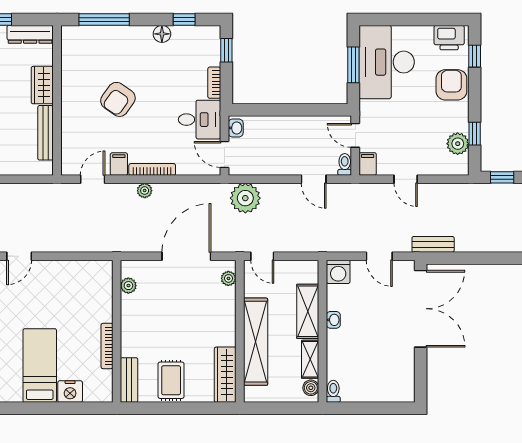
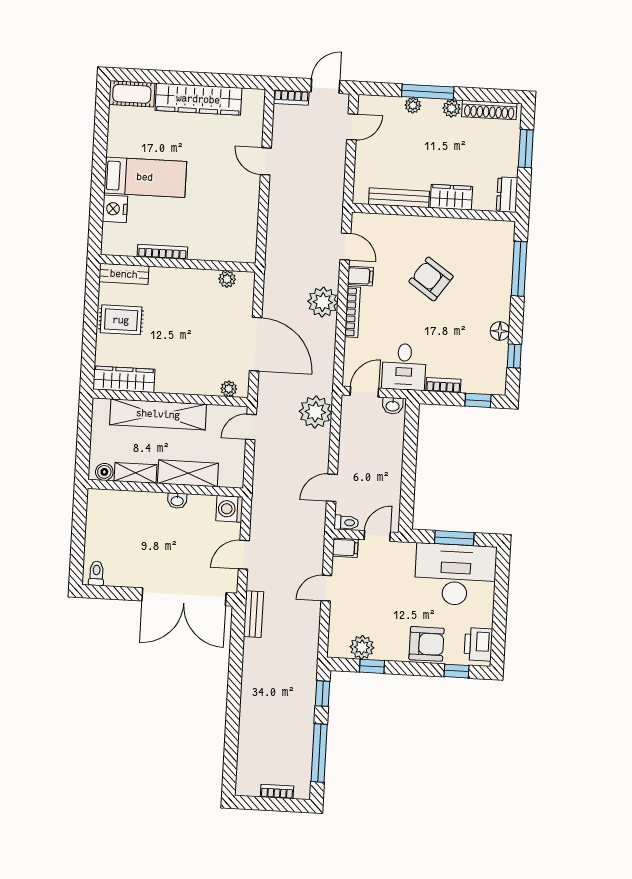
dresser: (30, 34) -> (507, 195), width x0.70
plant: (145, 191) -> (323, 302), width x1.88, depth x1.88
toilet: (333, 391) -> (96, 573), moved, turned -90

